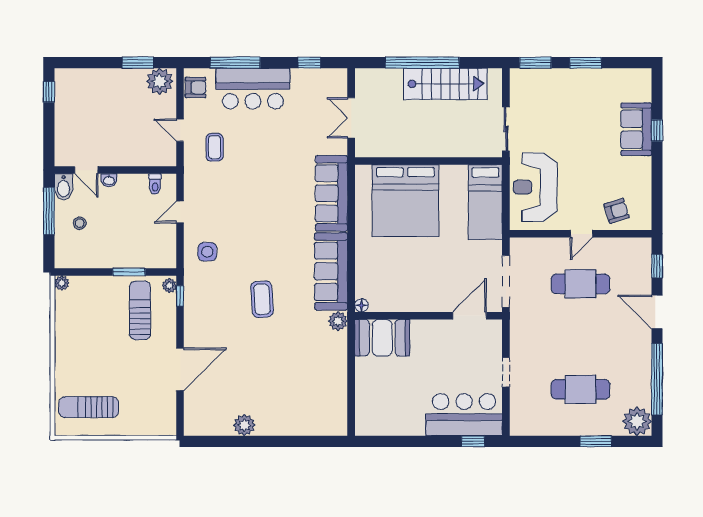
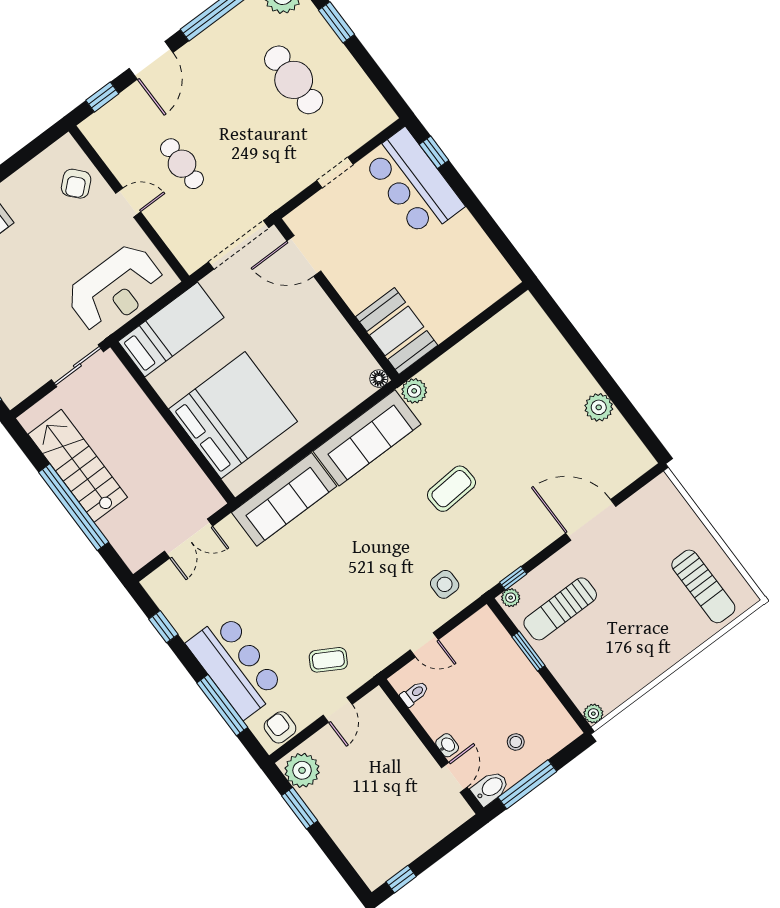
coffee table: (214, 147) -> (328, 660), turned 30
armchair: (617, 211) -> (76, 184), turned -115
cafe table: (581, 284) -> (182, 164), width x0.73, depth x0.74

